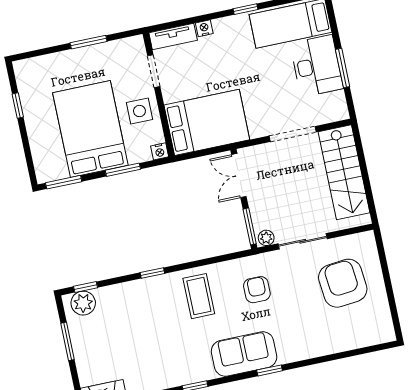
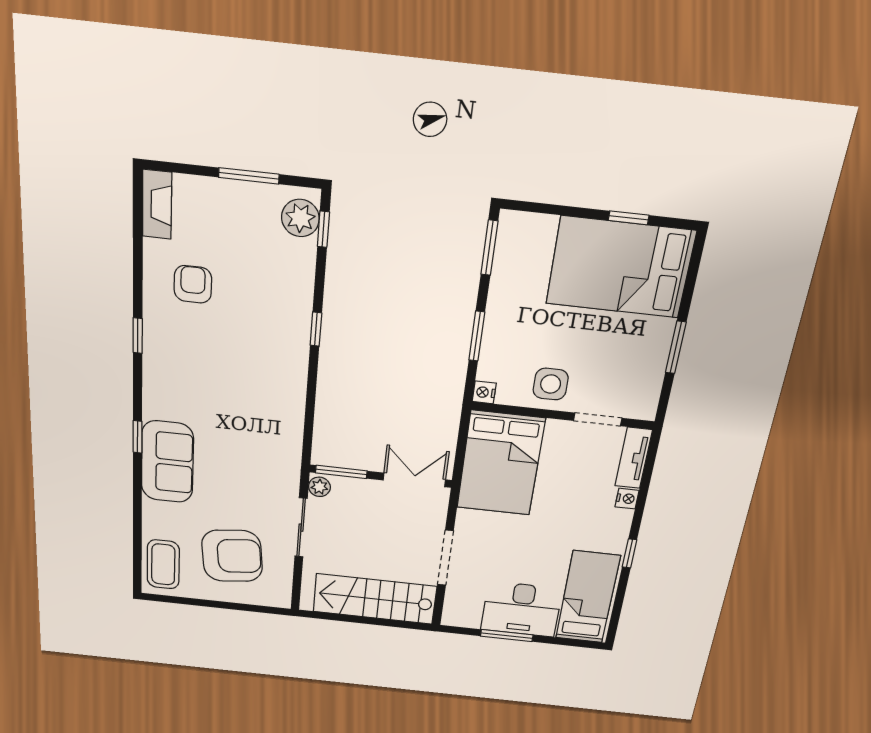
bed: (90, 129) -> (620, 267), moved, turned 180
armchair: (257, 290) -> (193, 284), moved, turned -90
coffee table: (199, 296) -> (163, 564), moved, turned 90
sofa: (244, 354) -> (167, 462), moved

